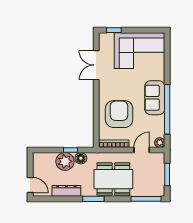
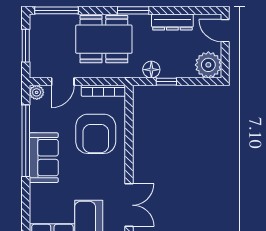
plant: (65, 161) -> (208, 65), moved

